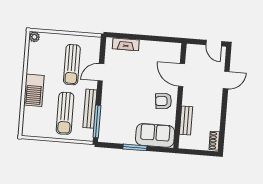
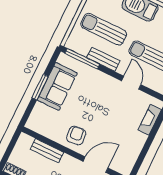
bench: (90, 109) -> (103, 59), width x0.73
sofa: (155, 135) -> (57, 86), moved

